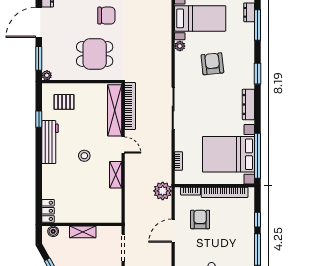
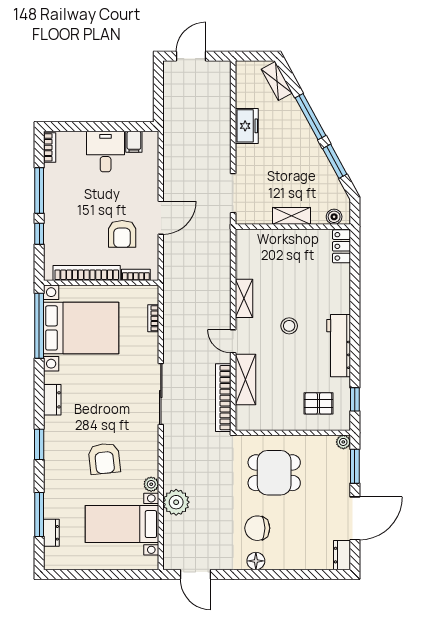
dresser: (248, 104) -> (52, 400), width x0.70
shelving: (115, 110) -> (245, 380), width x0.68
window: (39, 119) -> (355, 399), moved
plant: (163, 191) -> (176, 502), moved

